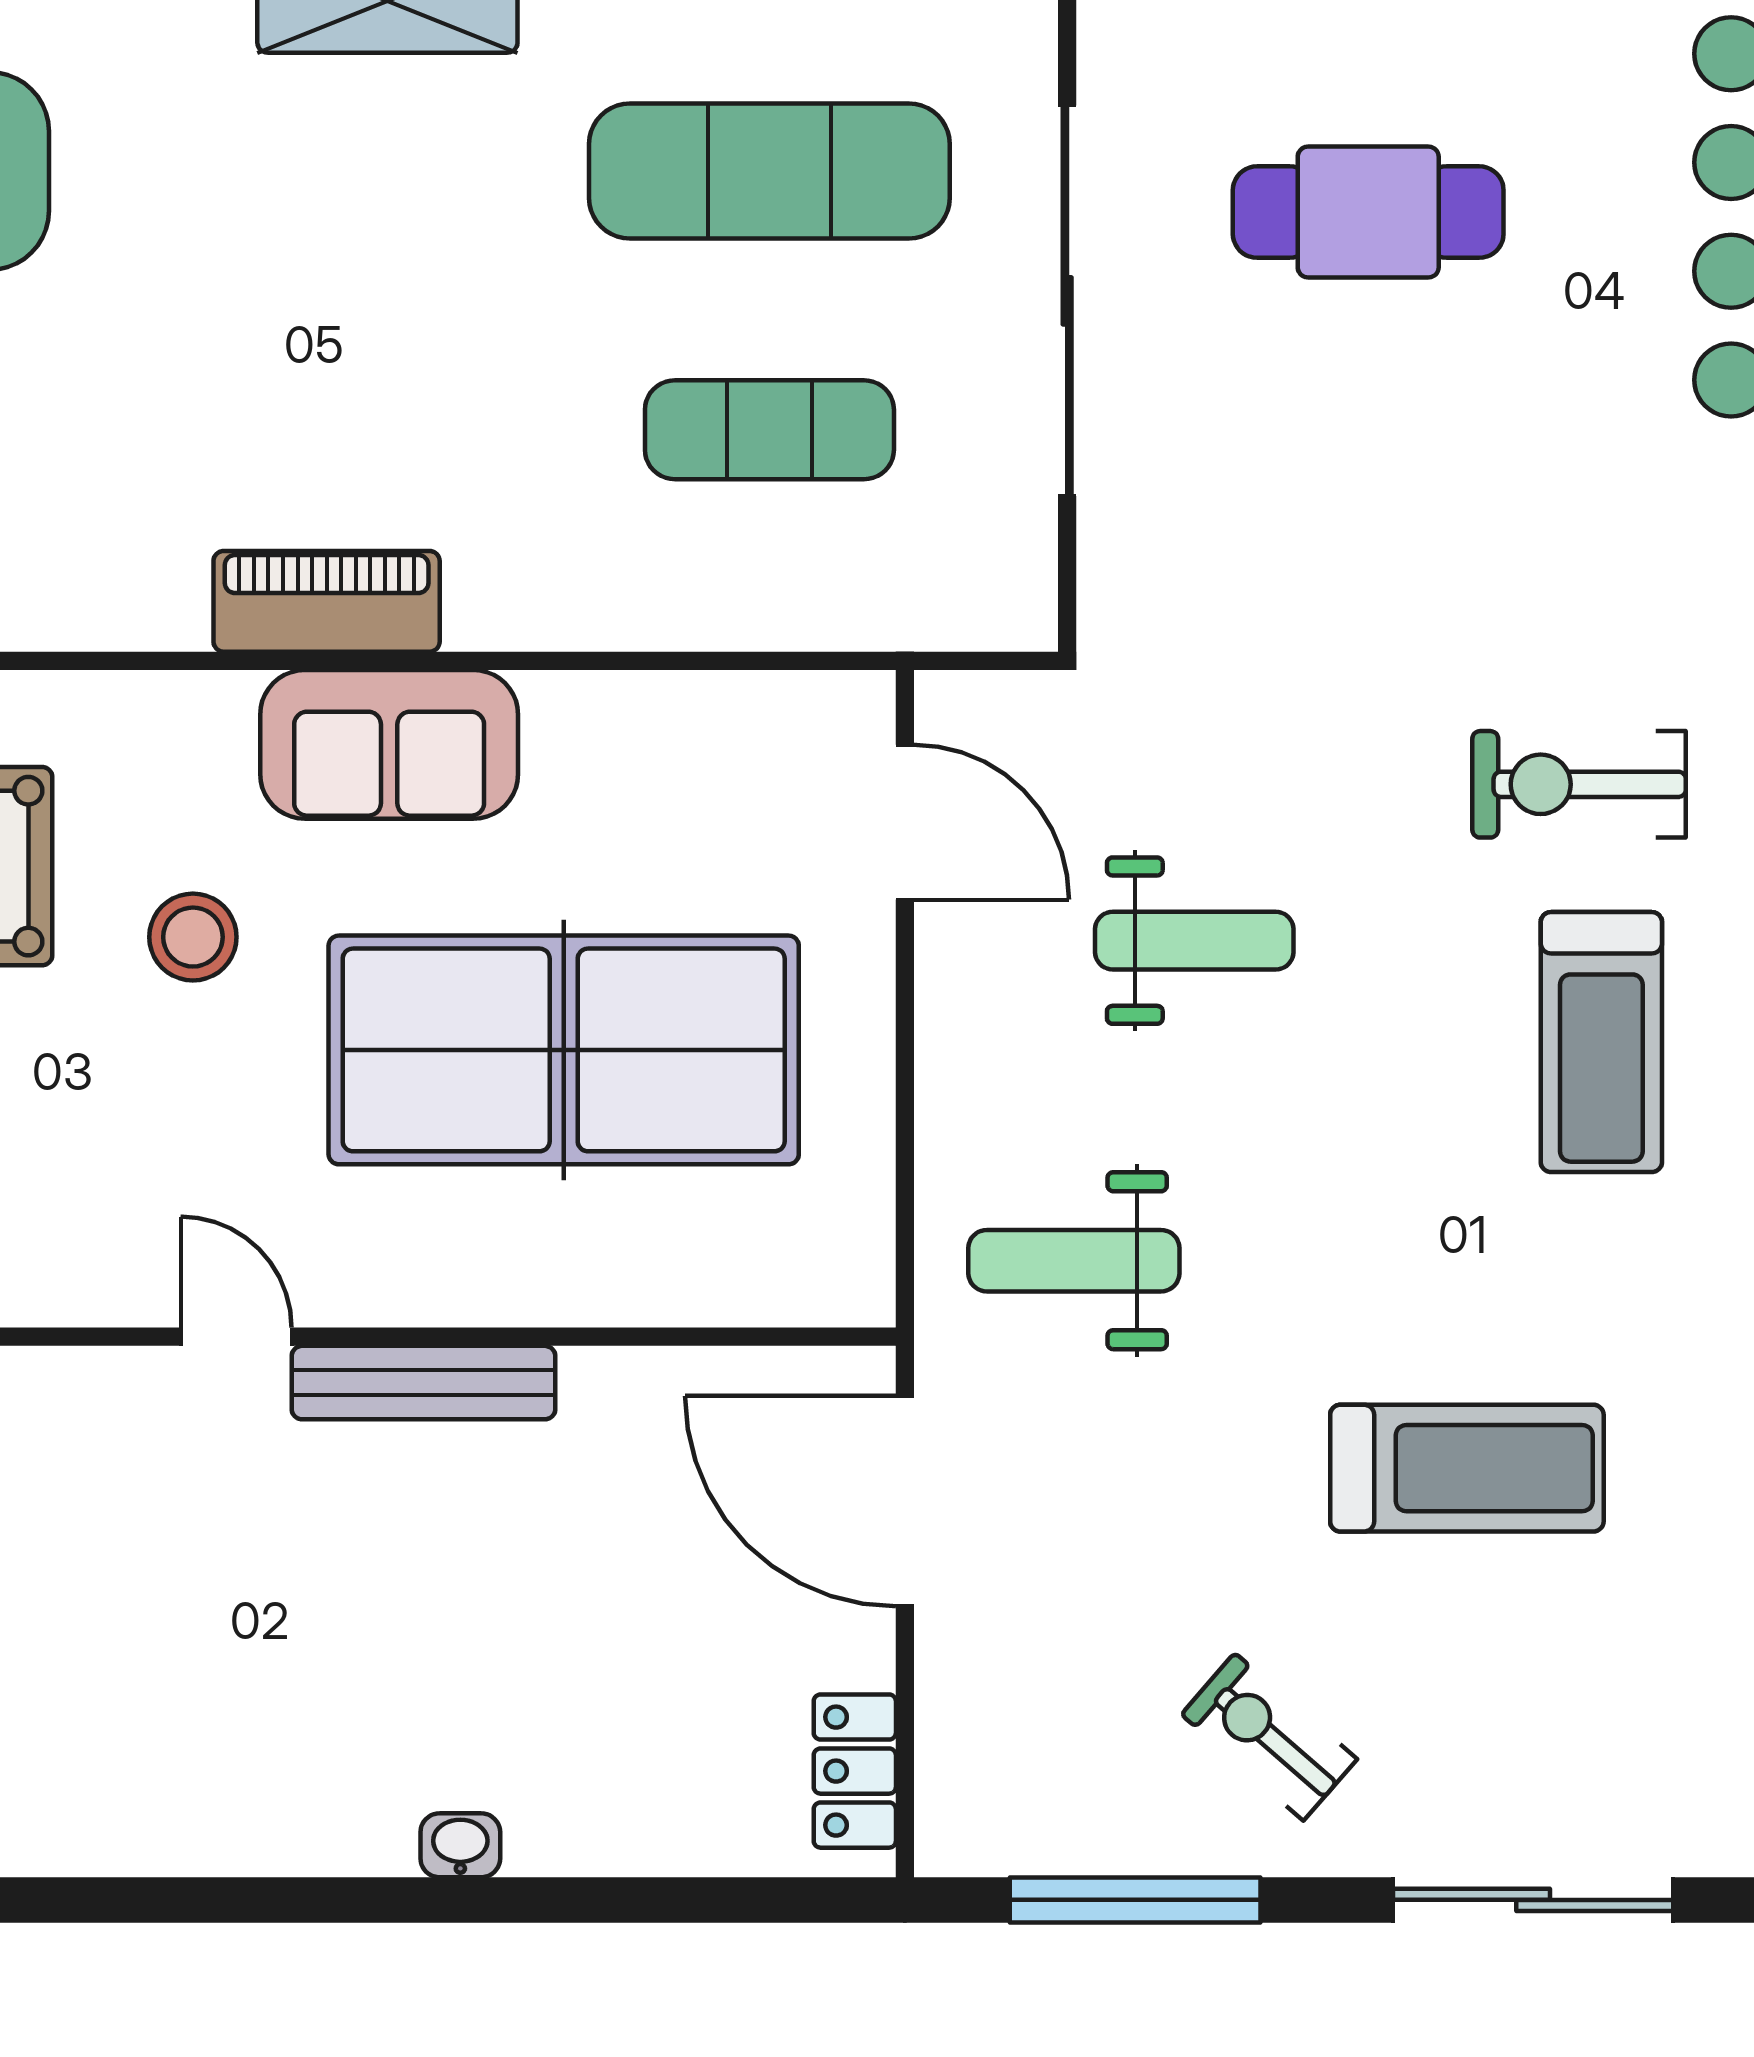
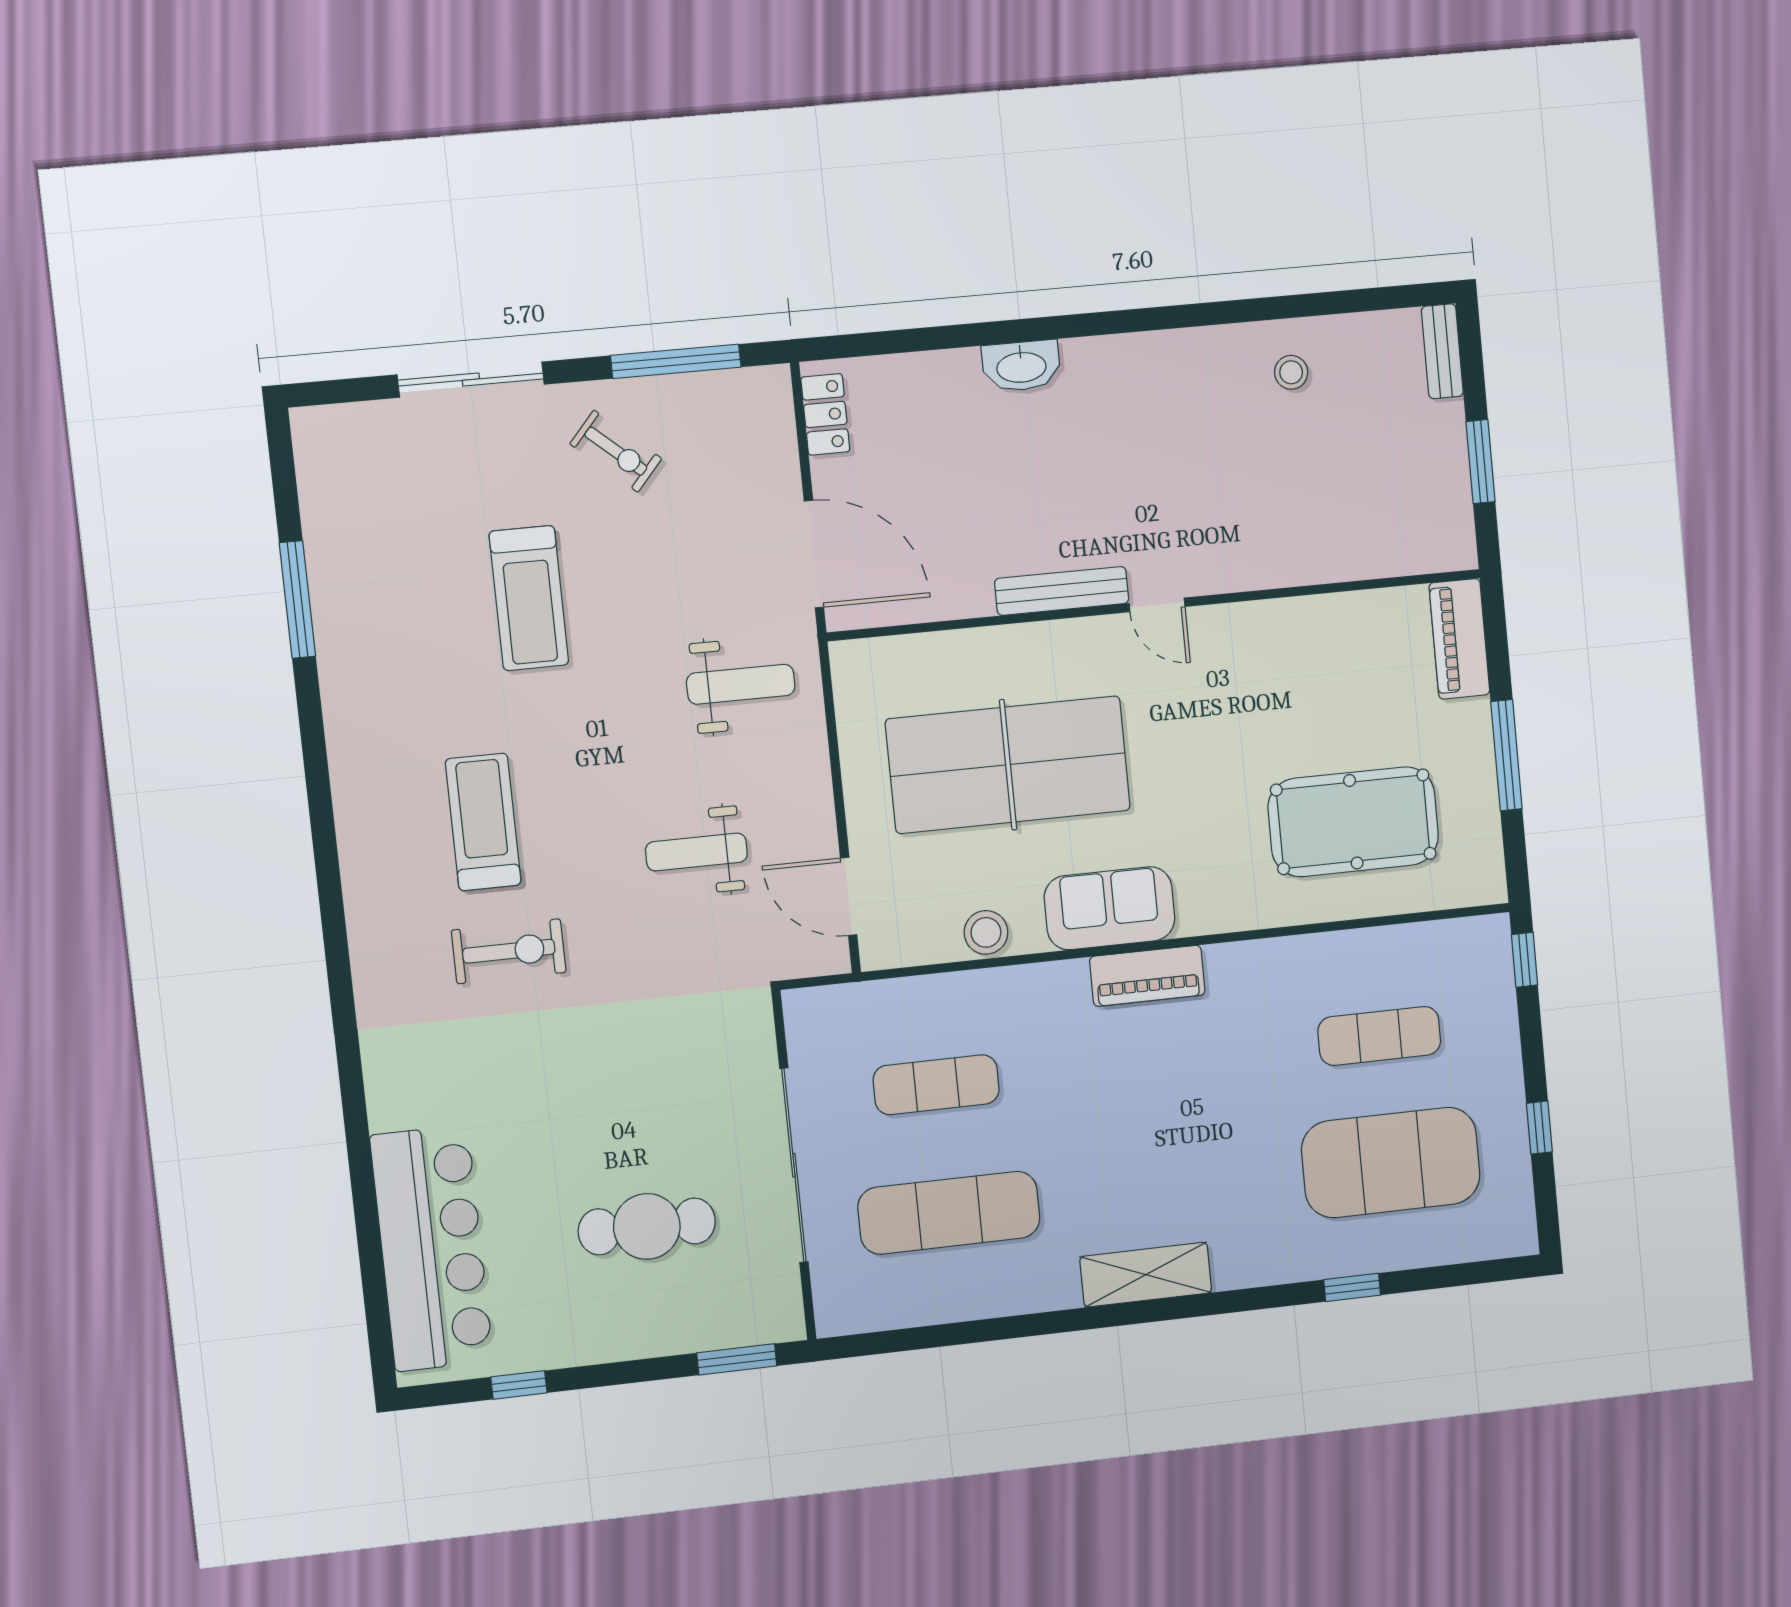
stool: (193, 937) -> (986, 932), moved
treadmill: (1467, 1468) -> (529, 598), turned -90
washbasin: (460, 1845) -> (1021, 366), width x1.91, depth x1.45

